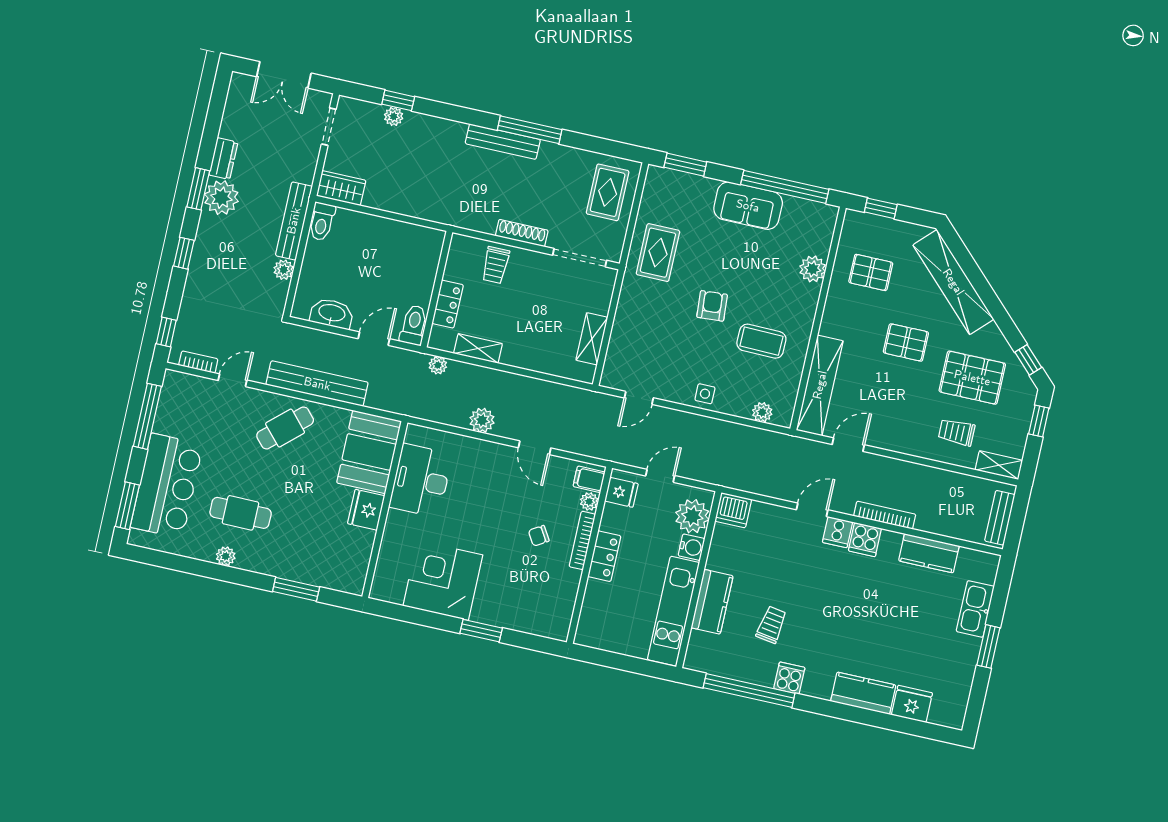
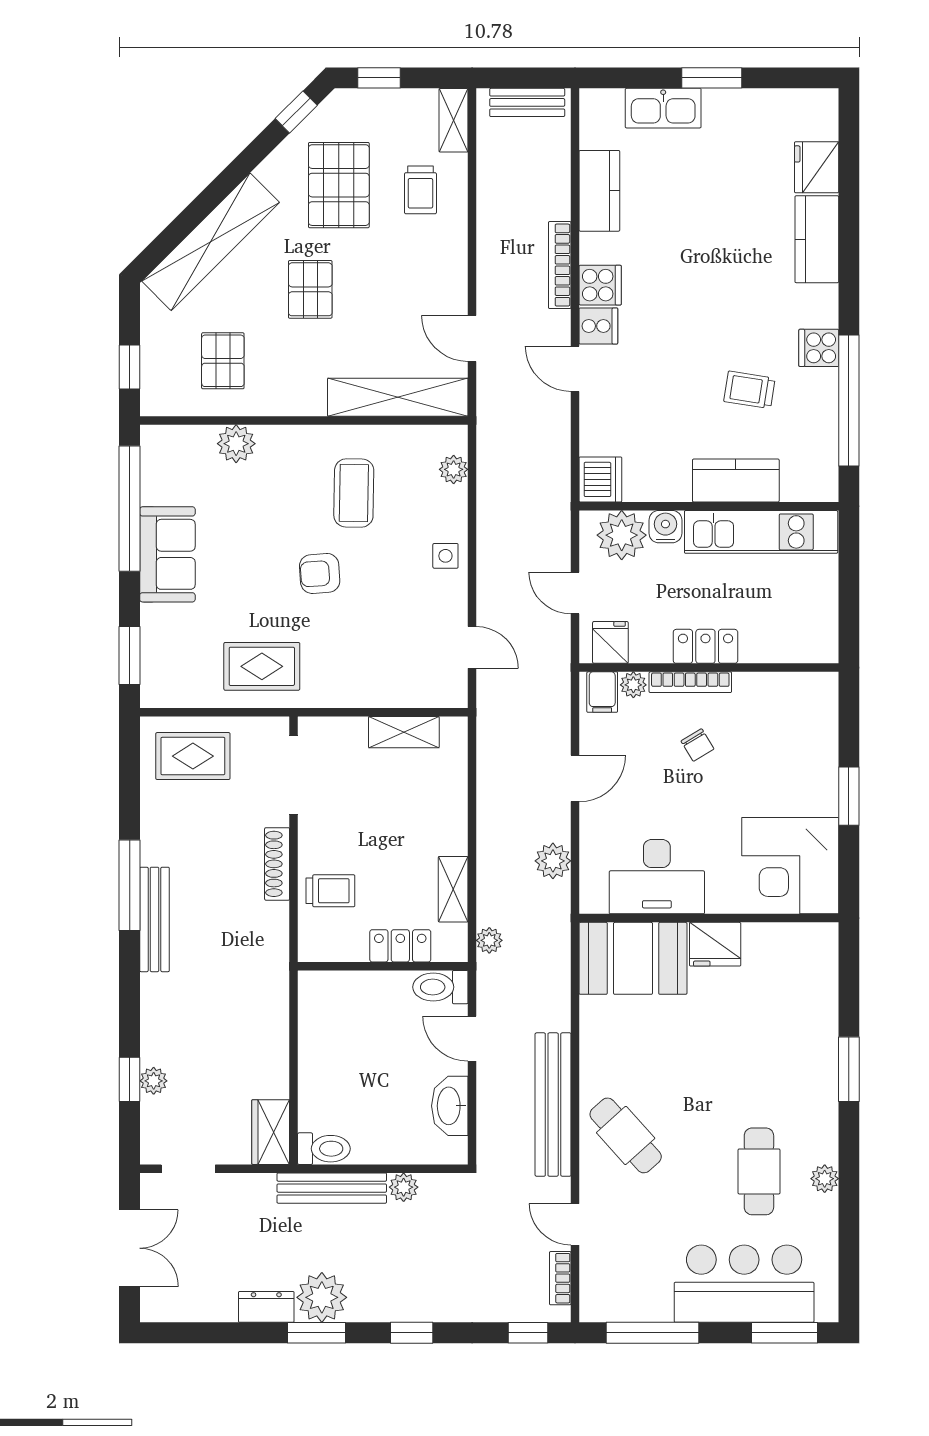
booth: (369, 452) -> (633, 958), moved
desk: (421, 481) -> (657, 877), moved
fridge: (366, 510) -> (715, 944), moved
wall: (385, 510) -> (709, 918), moved

